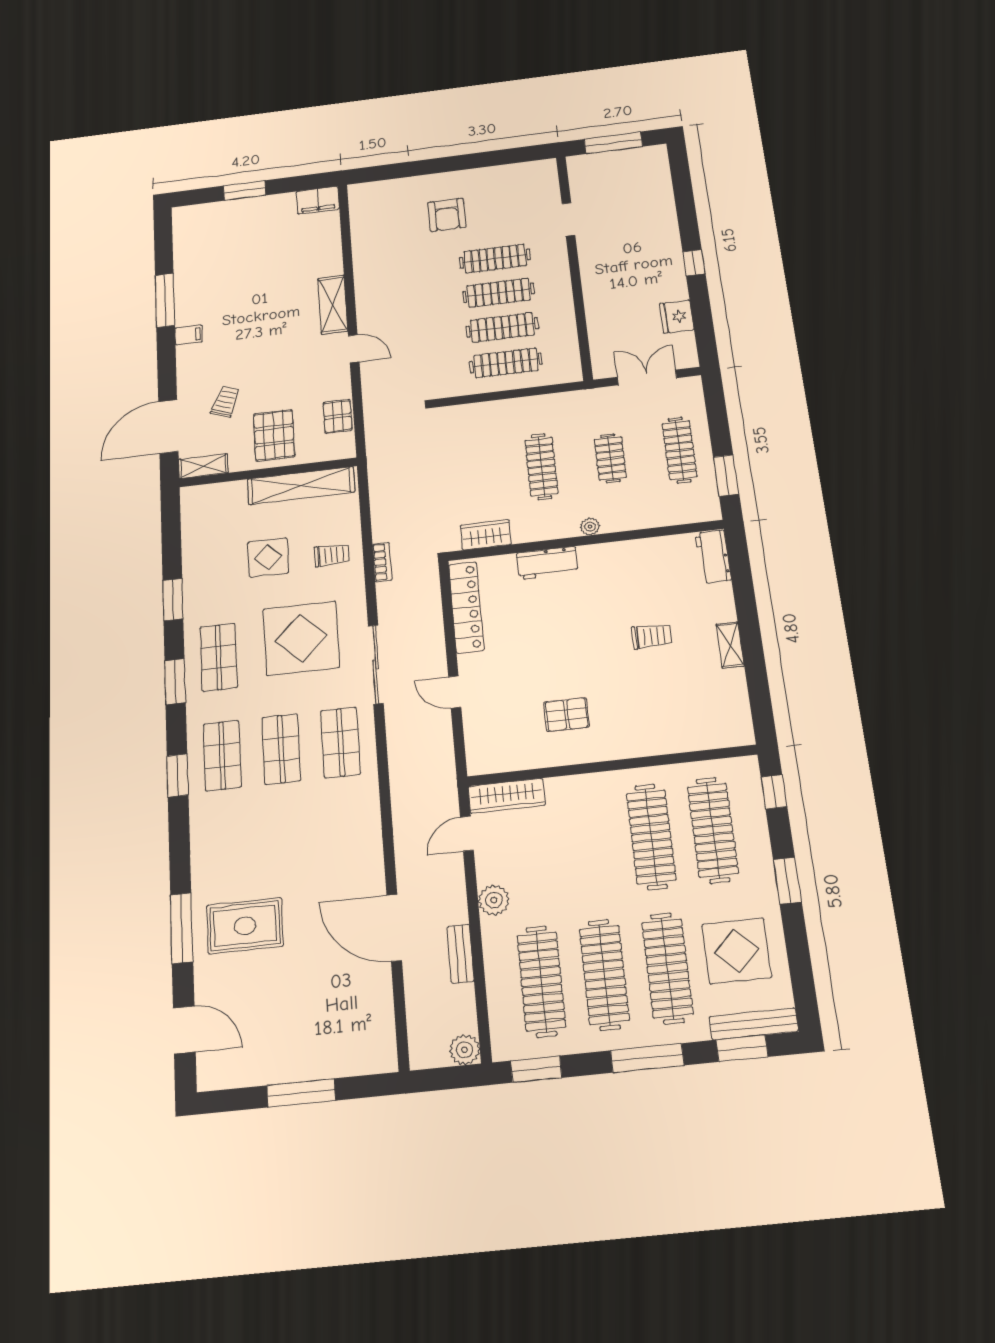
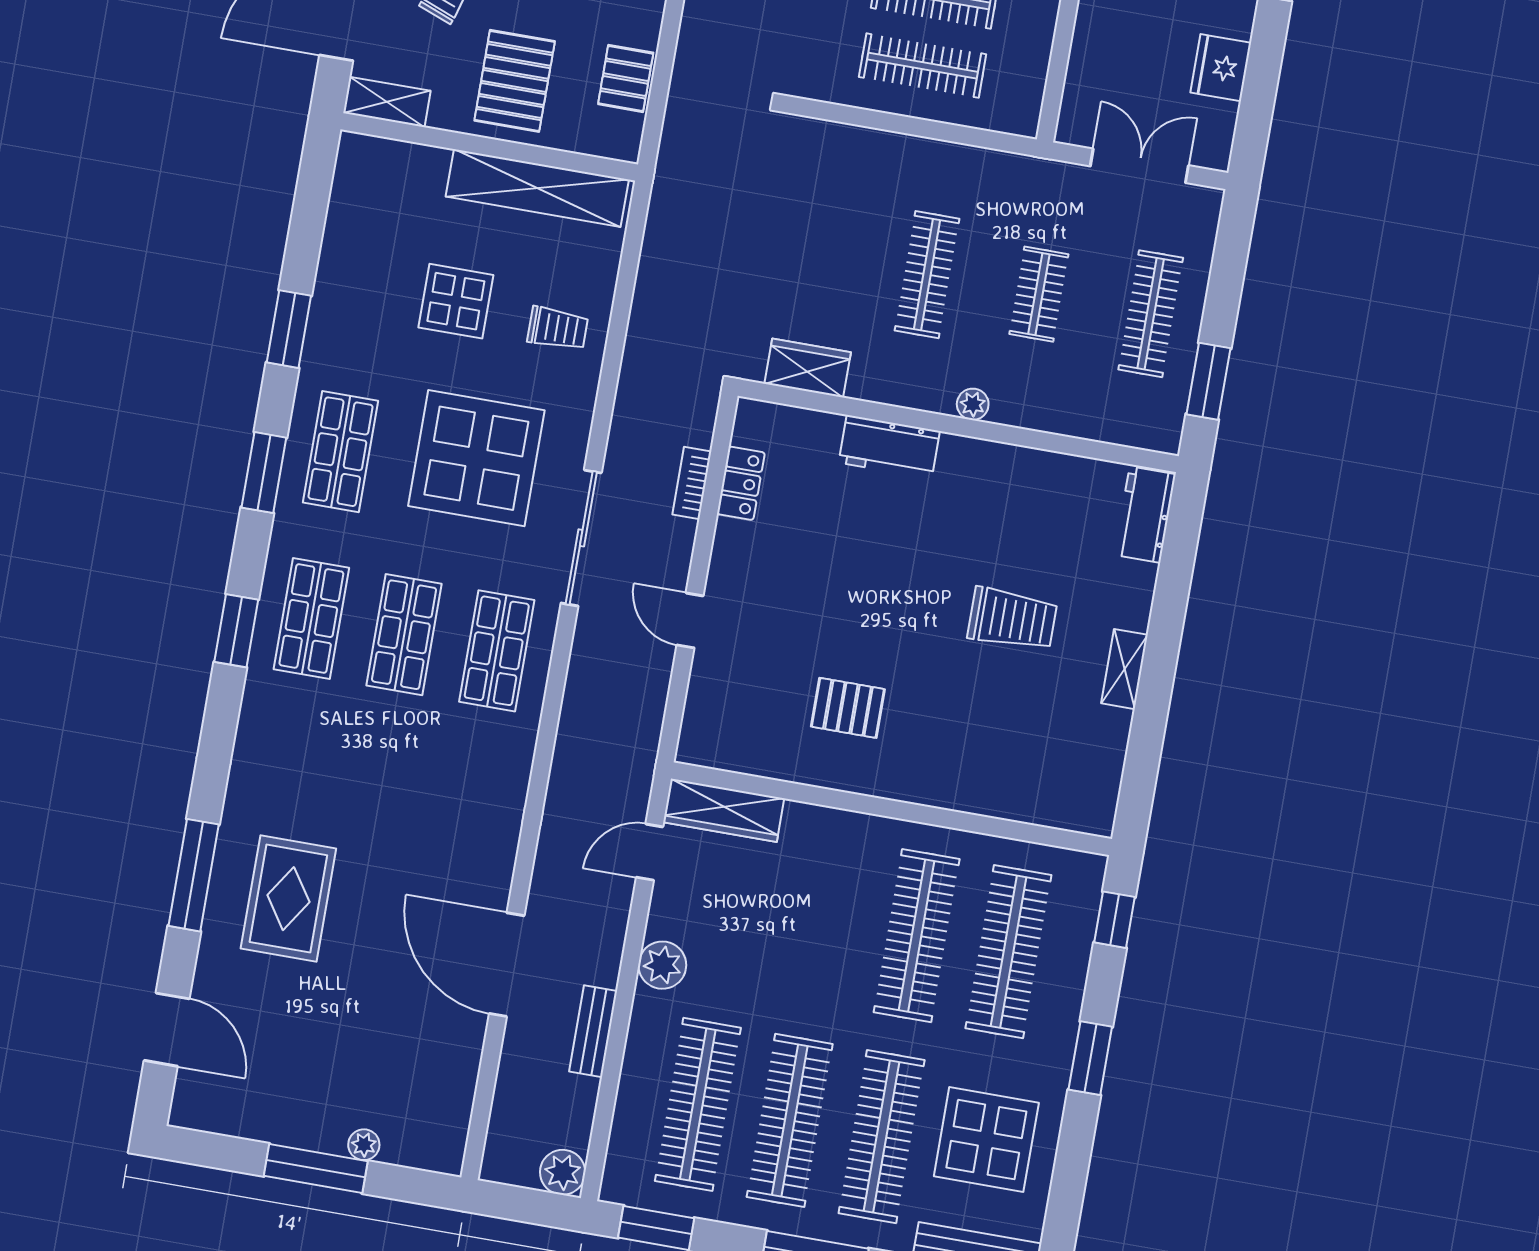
bookcase: (382, 562) -> (692, 483), moved, turned 180
locker: (466, 607) -> (741, 483), width x0.46, depth x0.83
trolley: (652, 636) -> (1012, 619), width x1.36, depth x1.39
rug: (245, 926) -> (288, 899), turned 90
plant: (329, 1068) -> (364, 1145), added

